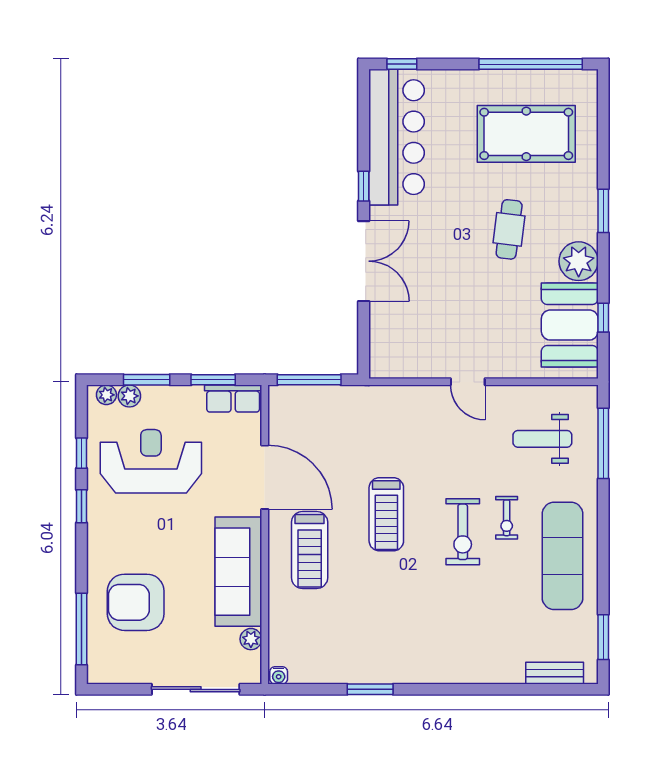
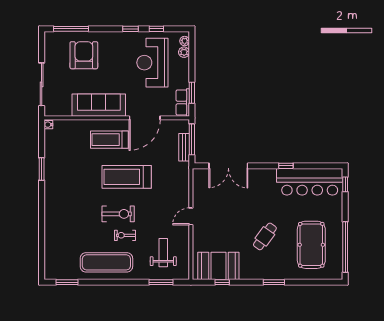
cafe table: (509, 229) -> (265, 236), turned -61
double door: (364, 261) -> (228, 166), moved
plant: (579, 261) -> (249, 270), removed
window: (147, 380) -> (192, 61), removed
window: (603, 443) -> (161, 282), width x0.69
reception desk: (151, 461) -> (152, 63), turned 180
treadmill: (386, 514) -> (127, 177), width x1.37, depth x1.38
exercise bike: (463, 532) -> (118, 214), turned 180
plant: (251, 639) -> (66, 111), removed
bench: (555, 673) -> (184, 147), moved

